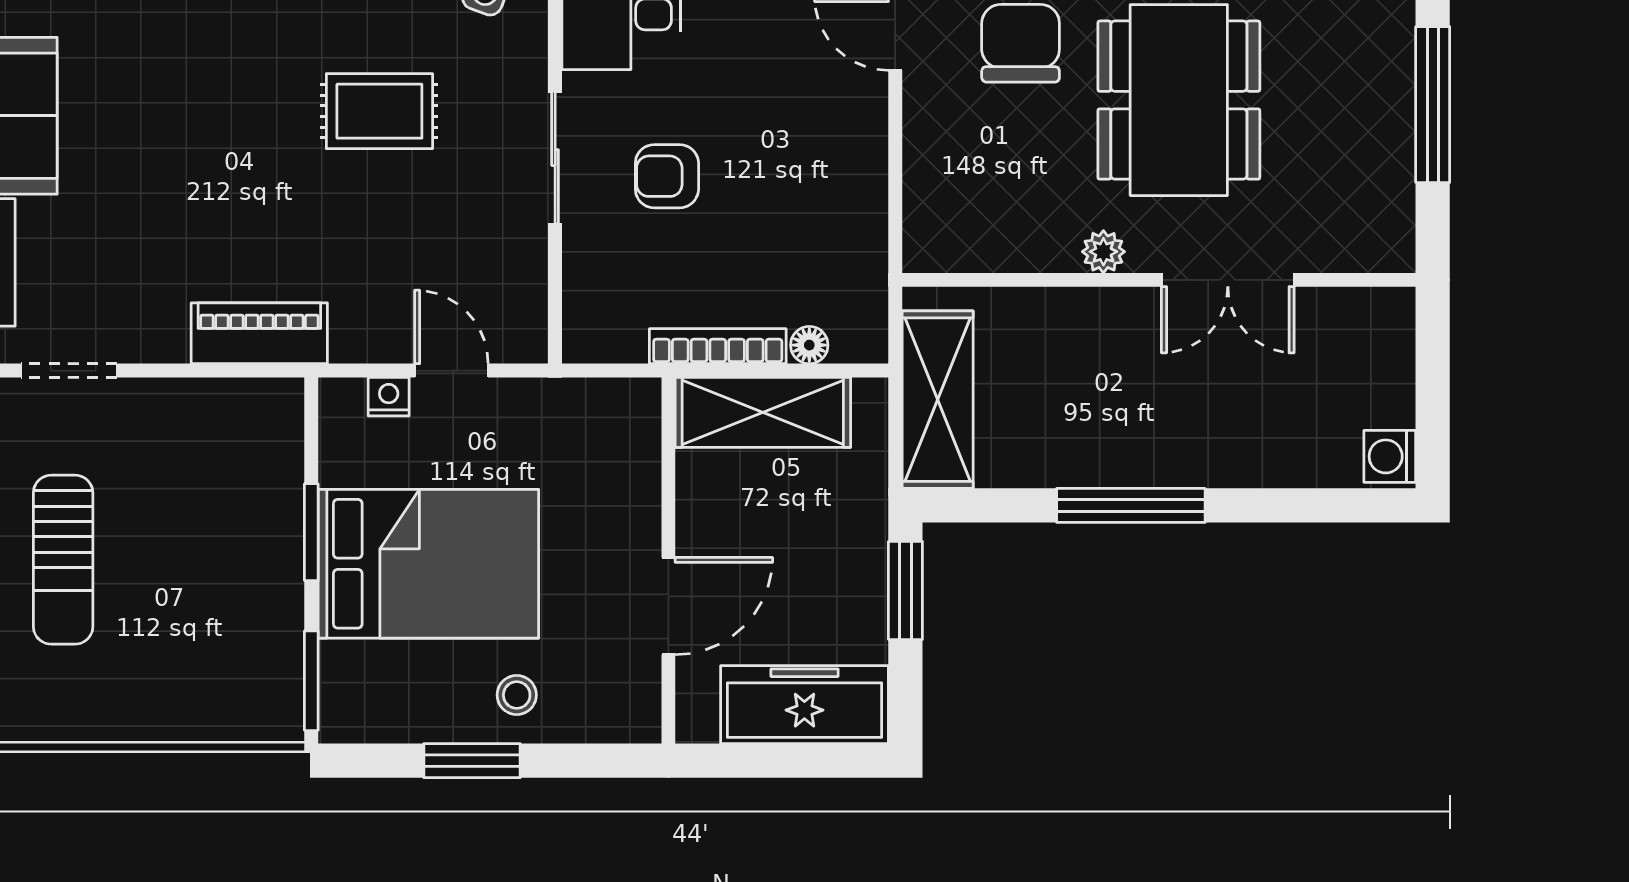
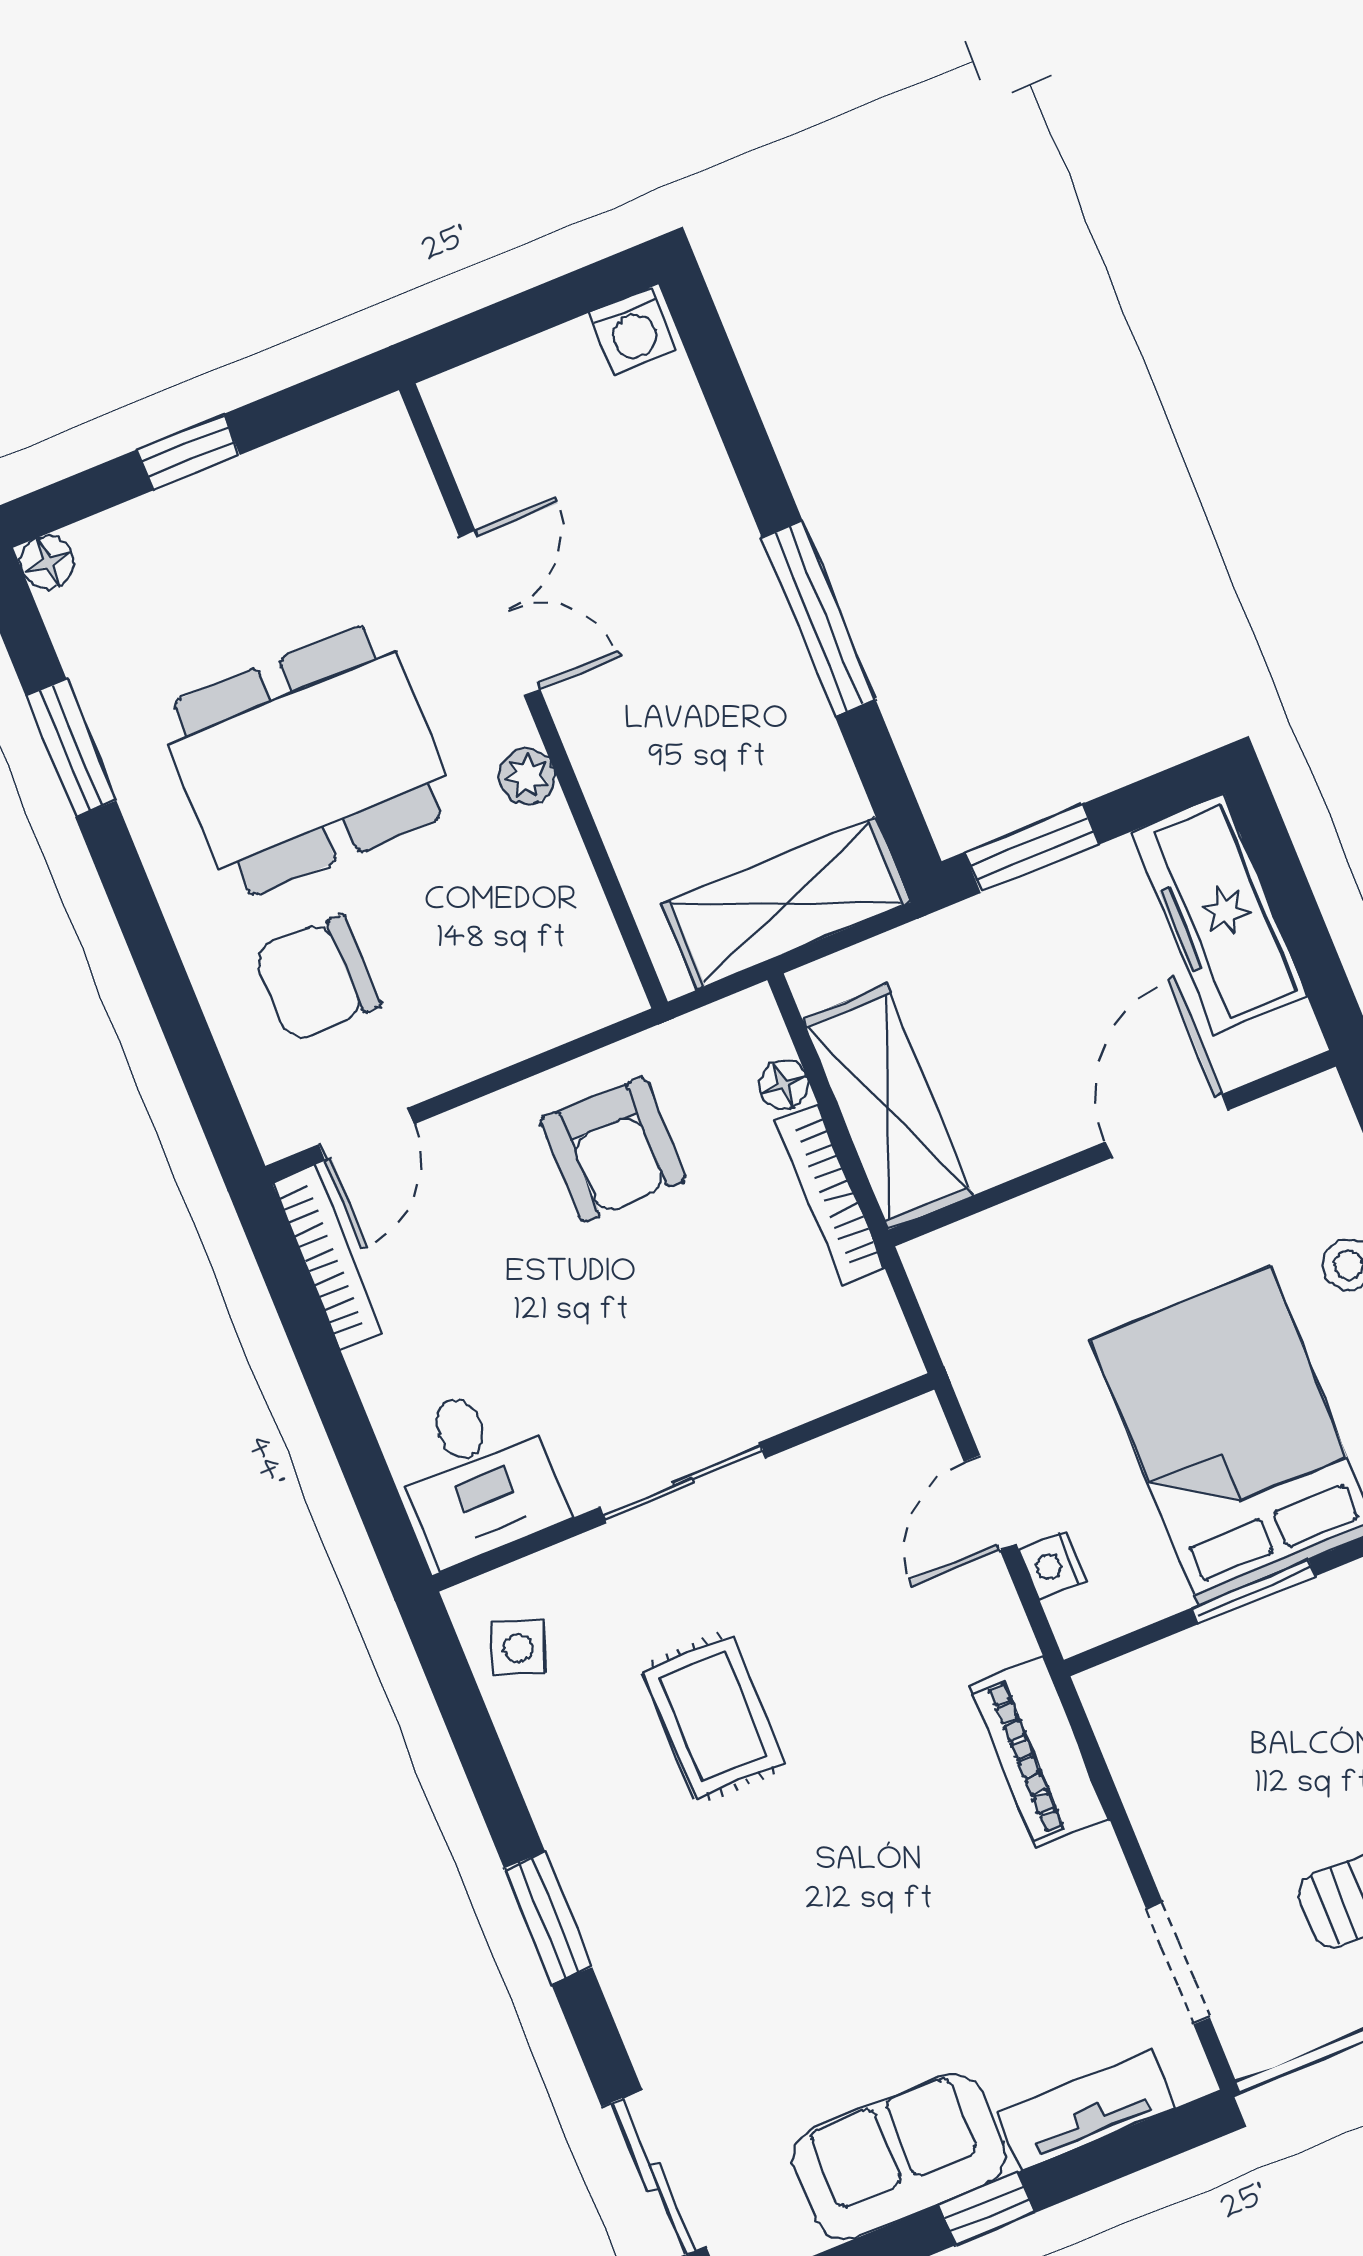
window: (1433, 105) -> (188, 452), width x0.46
armchair: (667, 176) -> (613, 1149), moved, width x1.38, depth x1.38
door: (668, 606) -> (1167, 1126), hinge flipped

